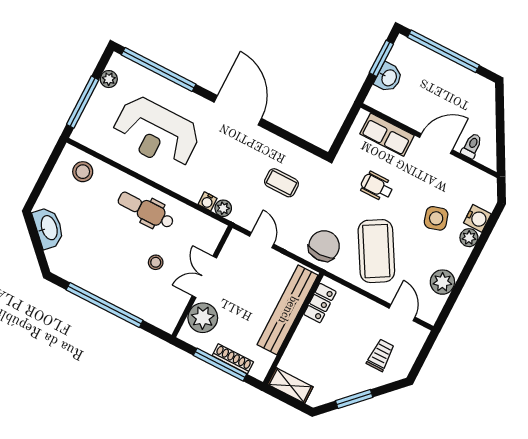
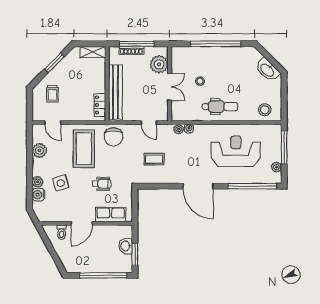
coffee table: (376, 251) -> (84, 149), turned 30

